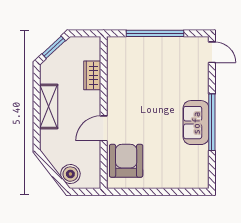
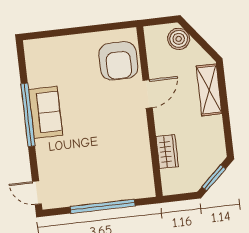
shelving: (49, 106) -> (209, 90), moved

